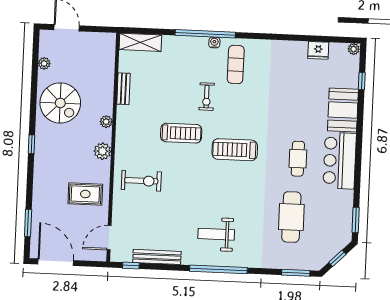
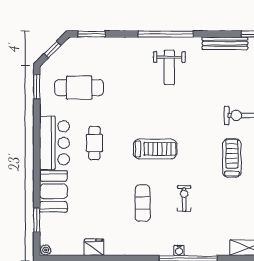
fridge: (318, 50) -> (94, 247), moved
exercise mat: (236, 64) -> (143, 203), moved
window: (362, 81) -> (37, 220), width x1.50
treadmill: (181, 133) -> (232, 158), moved, turned 90
cafe table: (291, 217) -> (79, 88), moved, turned 90
weight bench: (216, 234) -> (169, 67), turned 90

